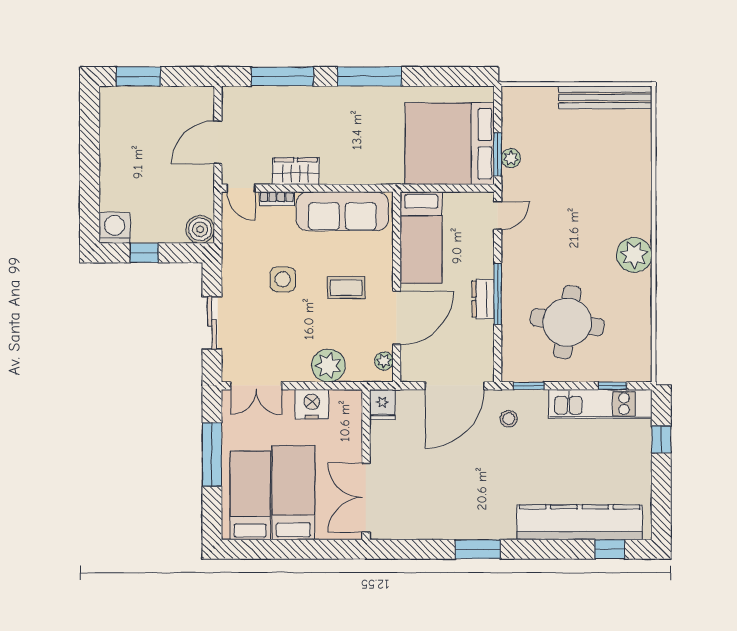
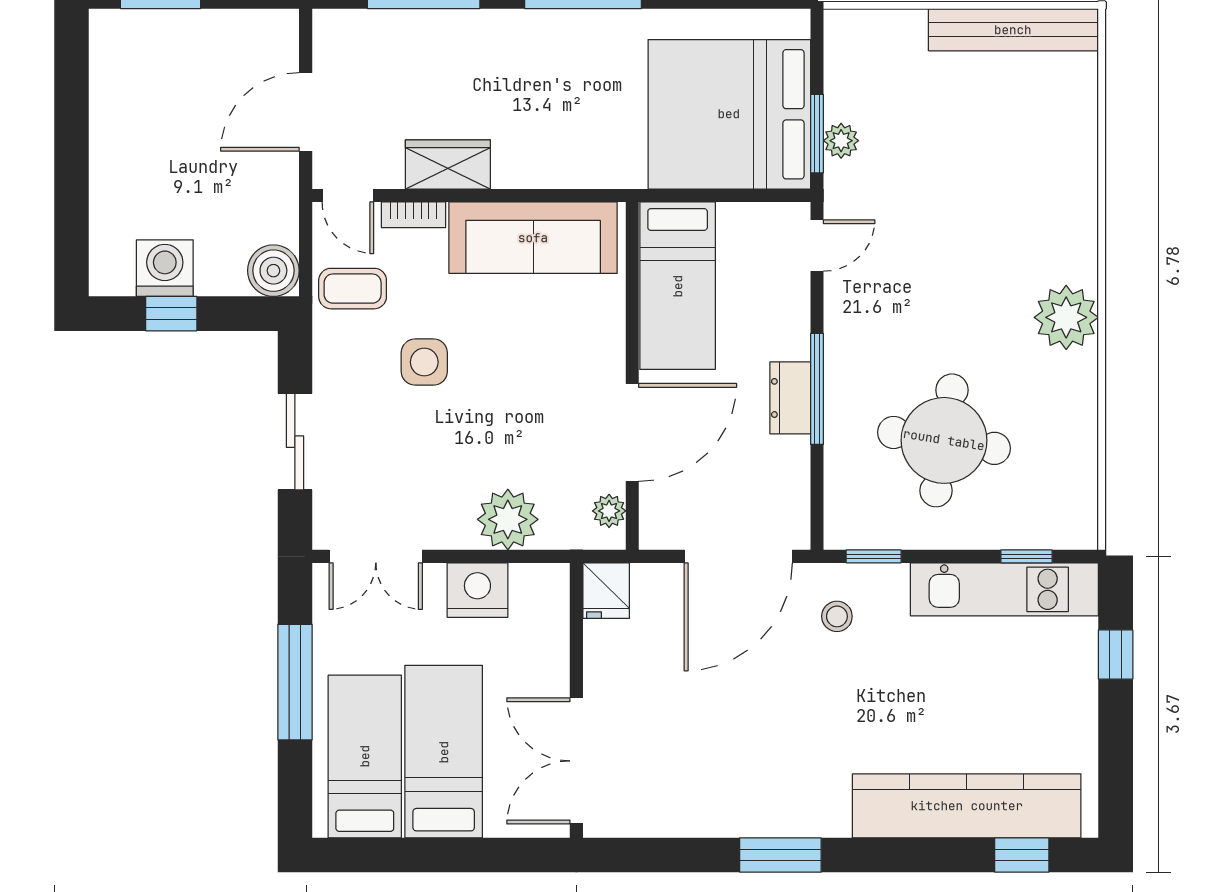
washing machine: (115, 228) -> (165, 268), moved
coffee table: (346, 288) -> (353, 289), moved

